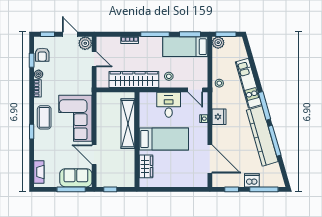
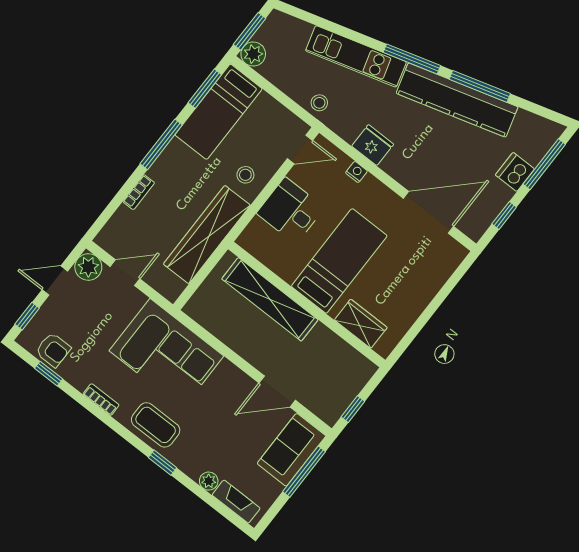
plant: (39, 74) -> (209, 481), moved
corner sofa: (75, 118) -> (166, 353), moved

